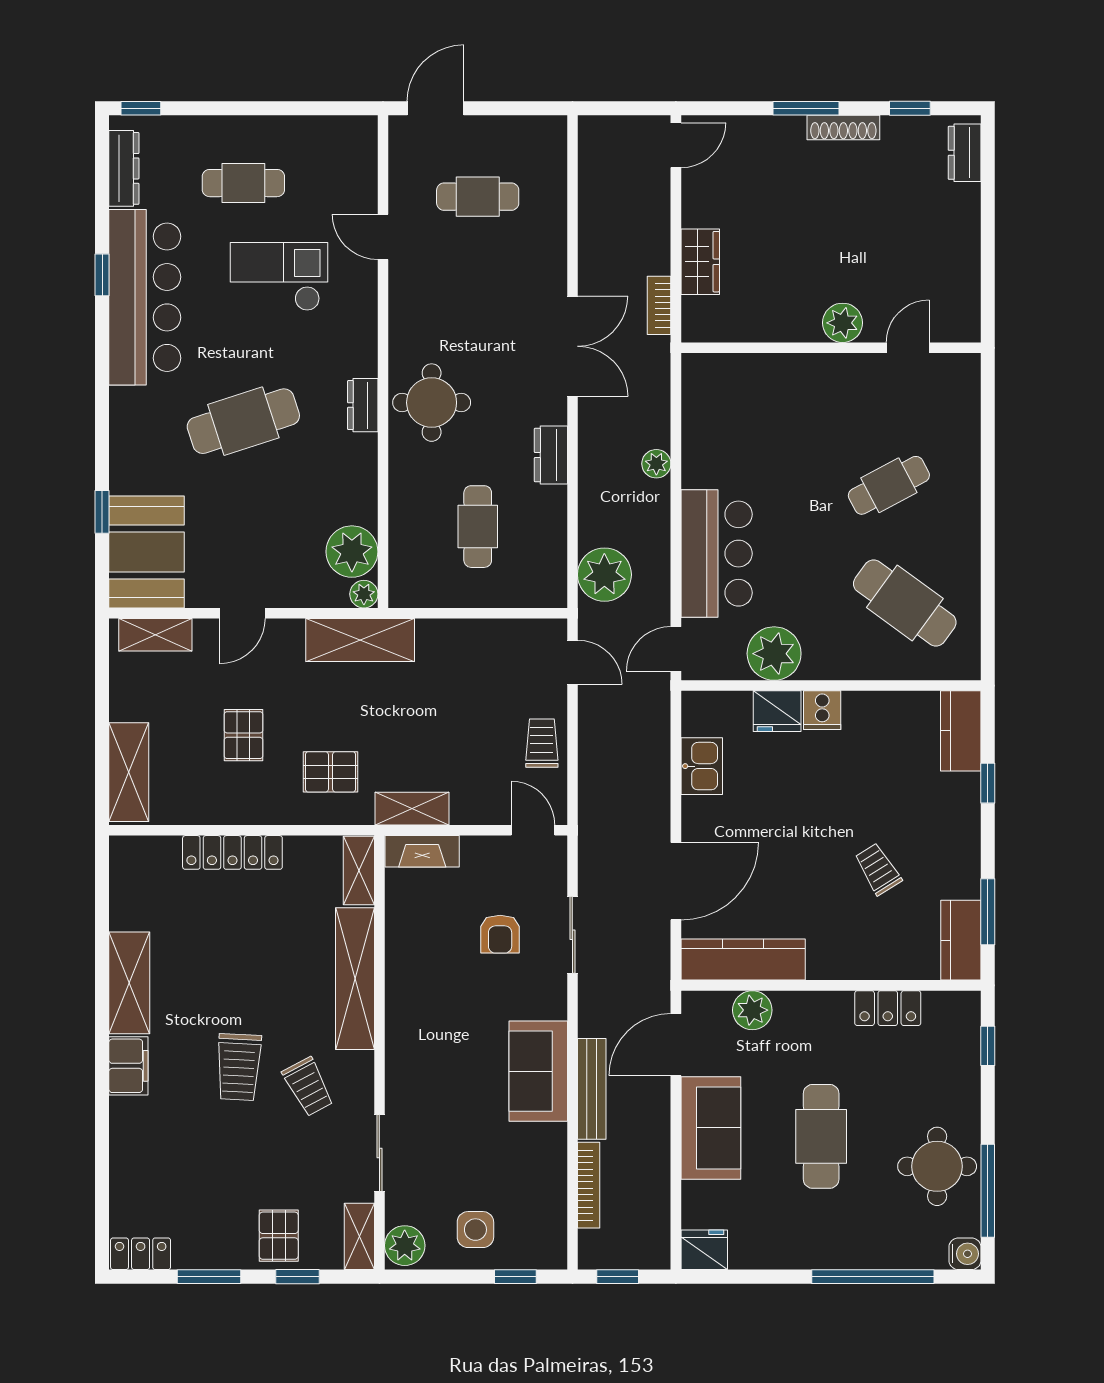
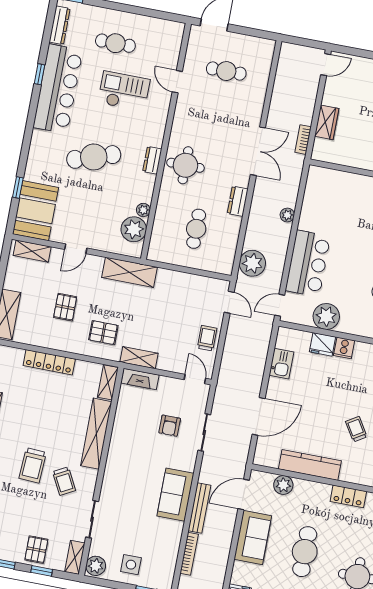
plant: (364, 594) -> (143, 210), moved
kitchen counter: (743, 960) -> (310, 465), moved

